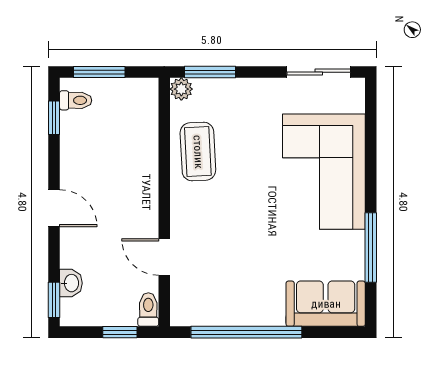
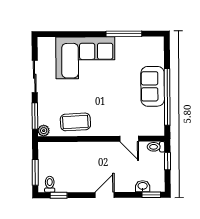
sliding door: (319, 72) -> (35, 76), moved
door: (164, 257) -> (129, 139), hinge flipped
sofa: (326, 304) -> (153, 86), moved

